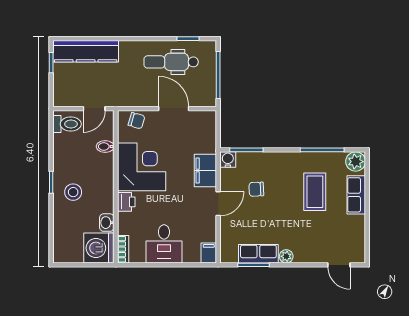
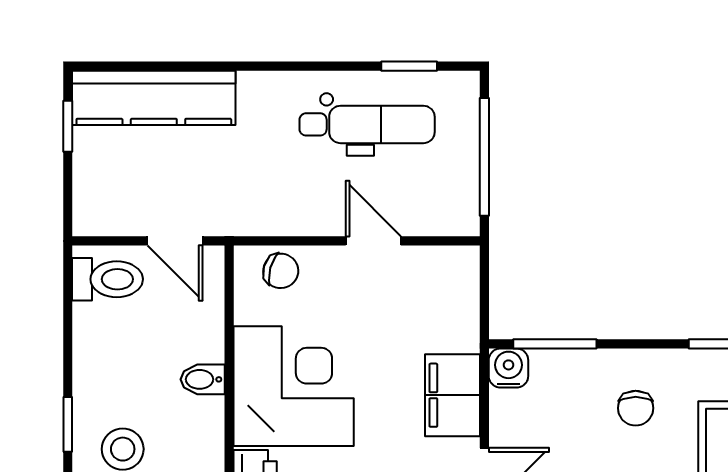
dental chair: (171, 62) -> (367, 124), turned 180
door: (94, 109) -> (175, 241), hinge flipped
door: (174, 109) -> (373, 241), width x0.73
bidet: (105, 147) -> (203, 379), moved
chair: (256, 189) -> (636, 408), moved, turned -88

